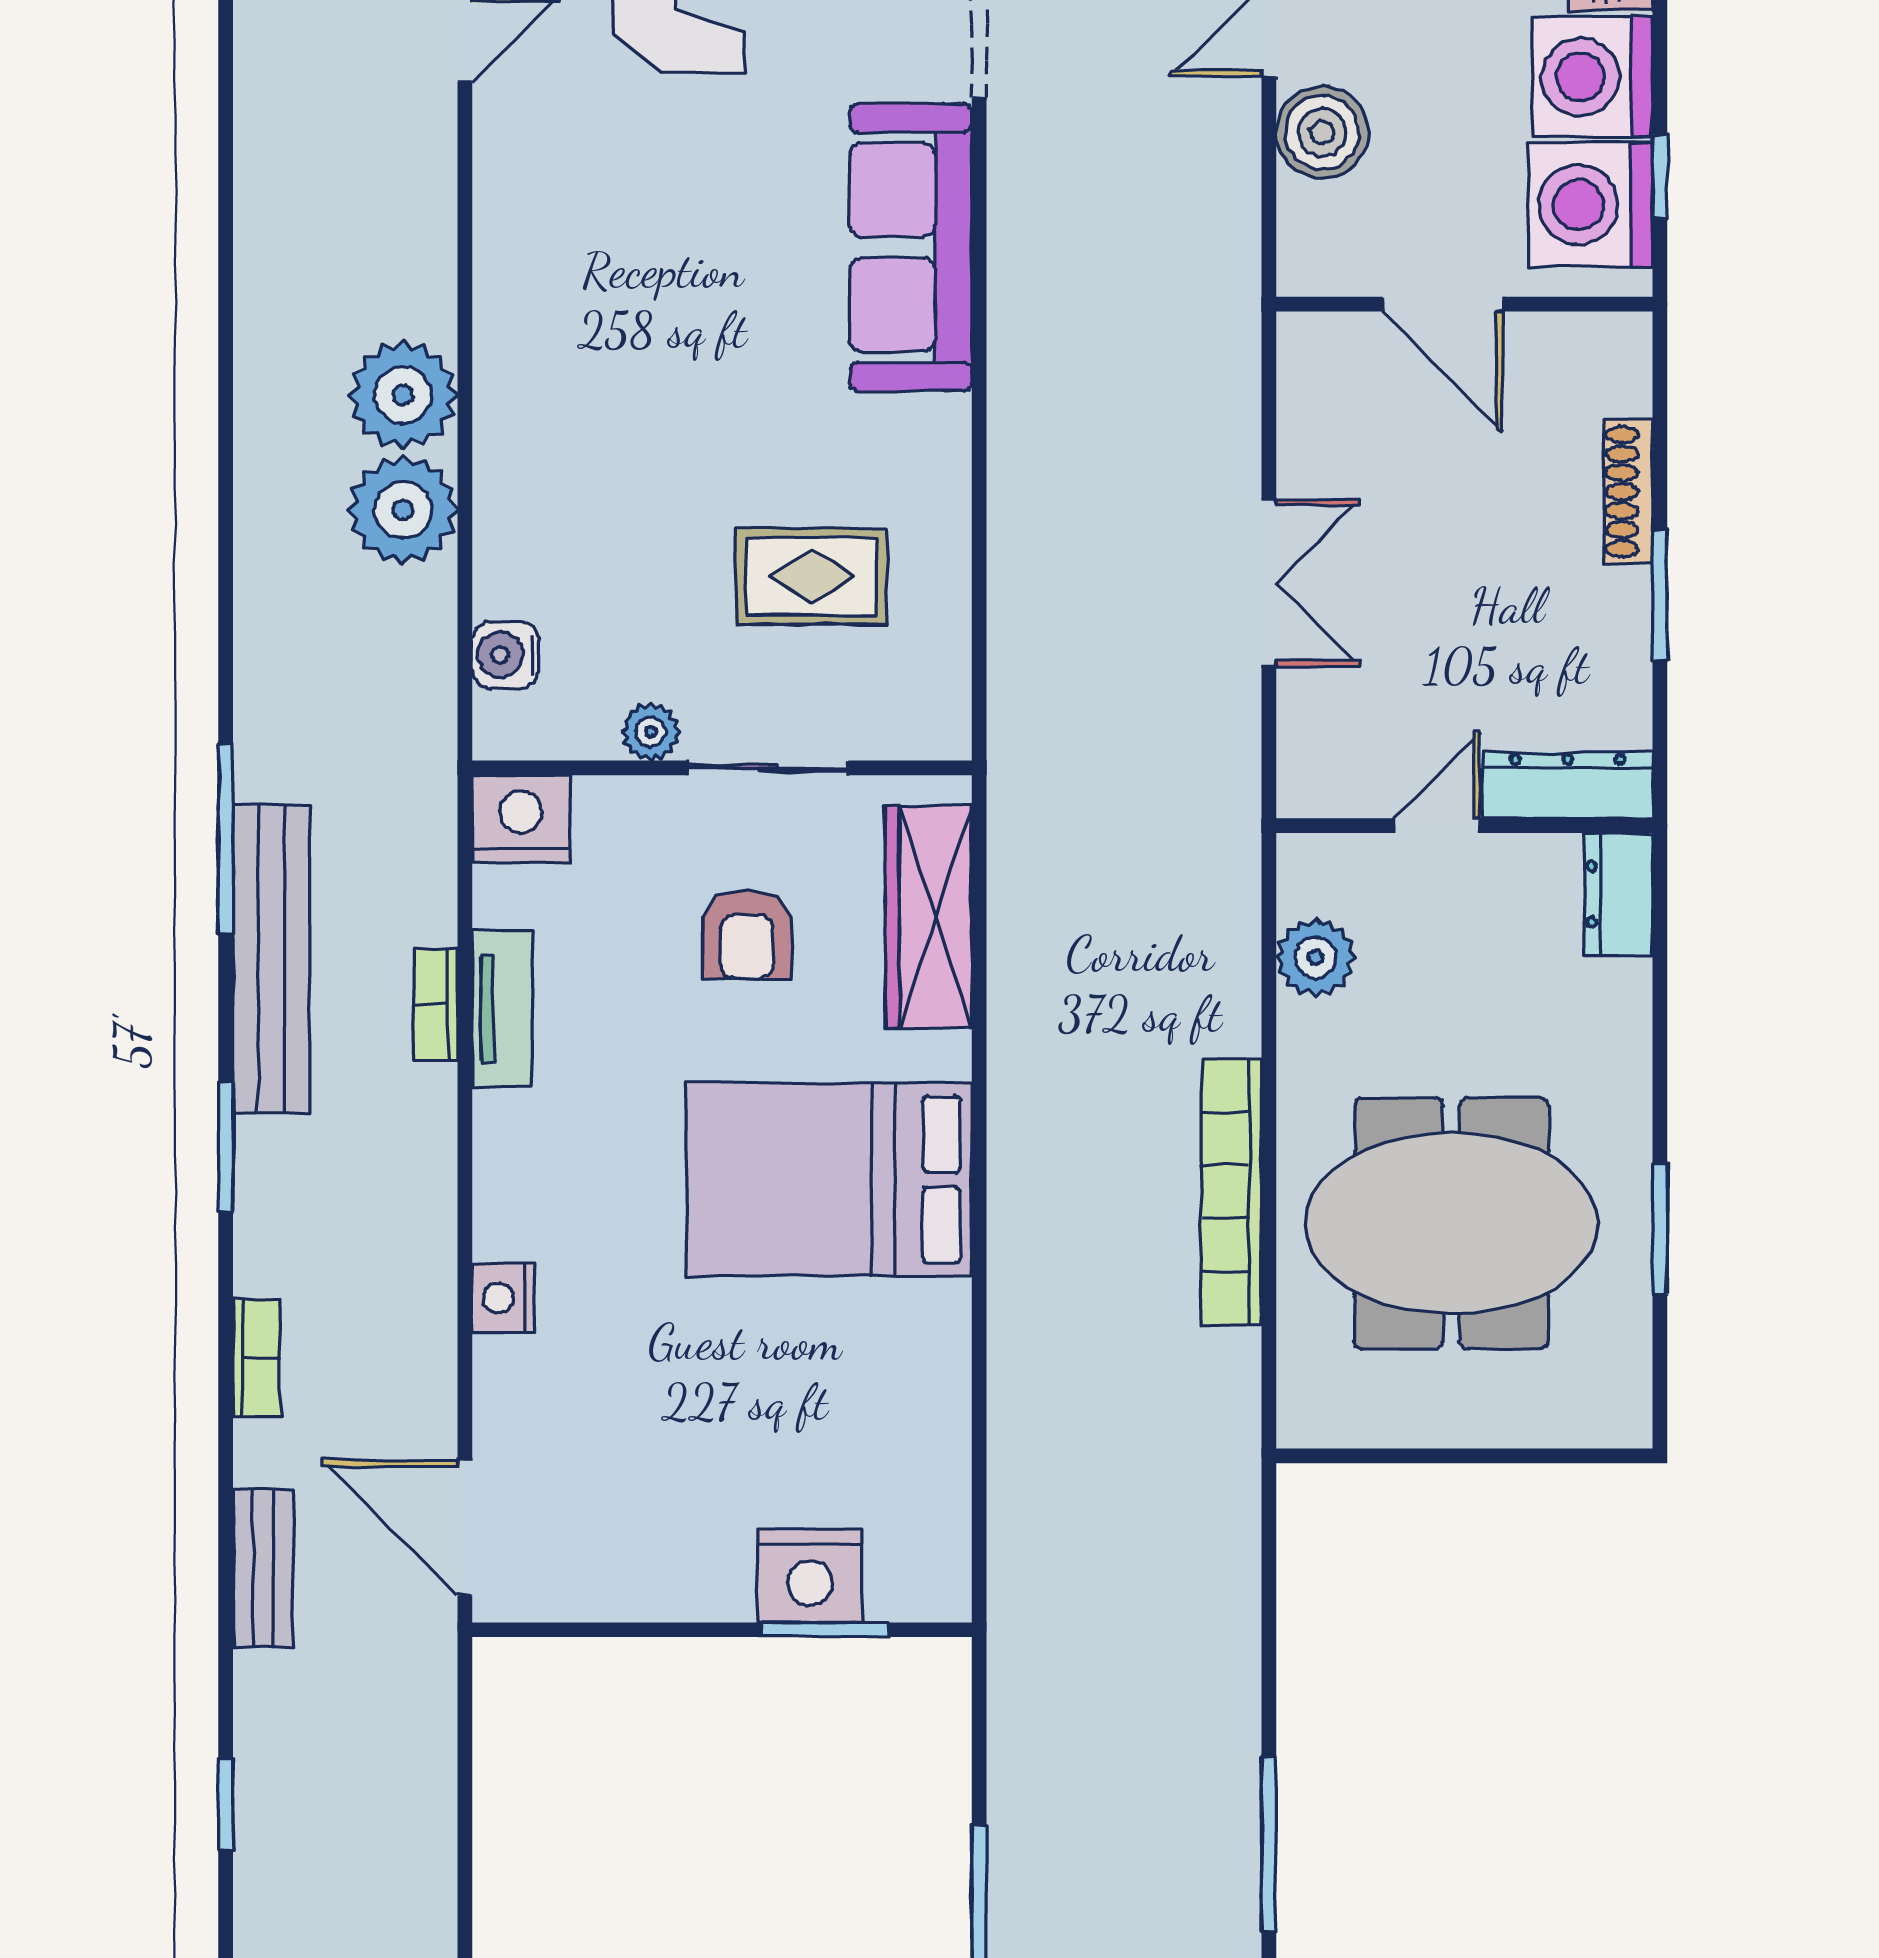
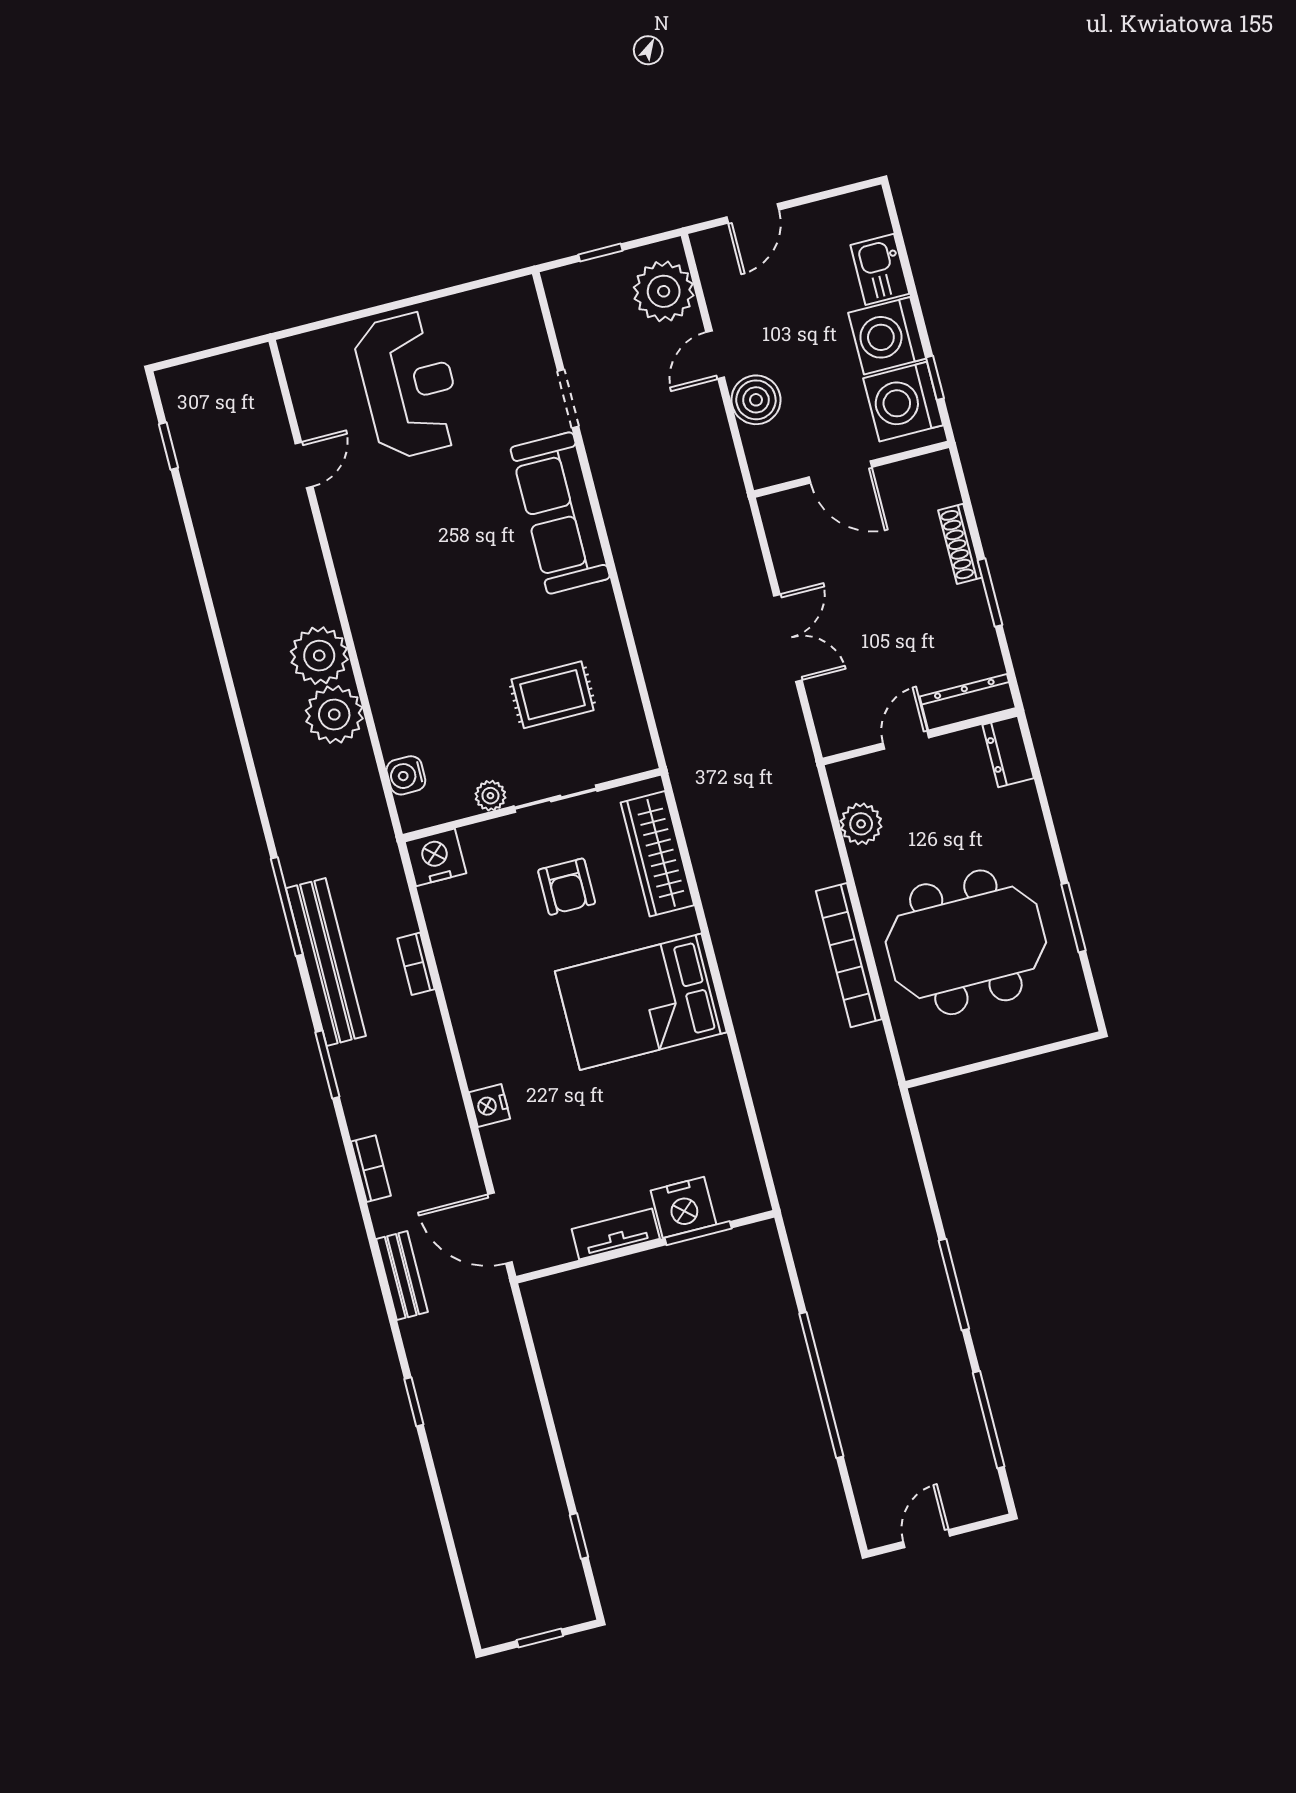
tv unit: (502, 1009) -> (616, 1234), moved, turned -90

